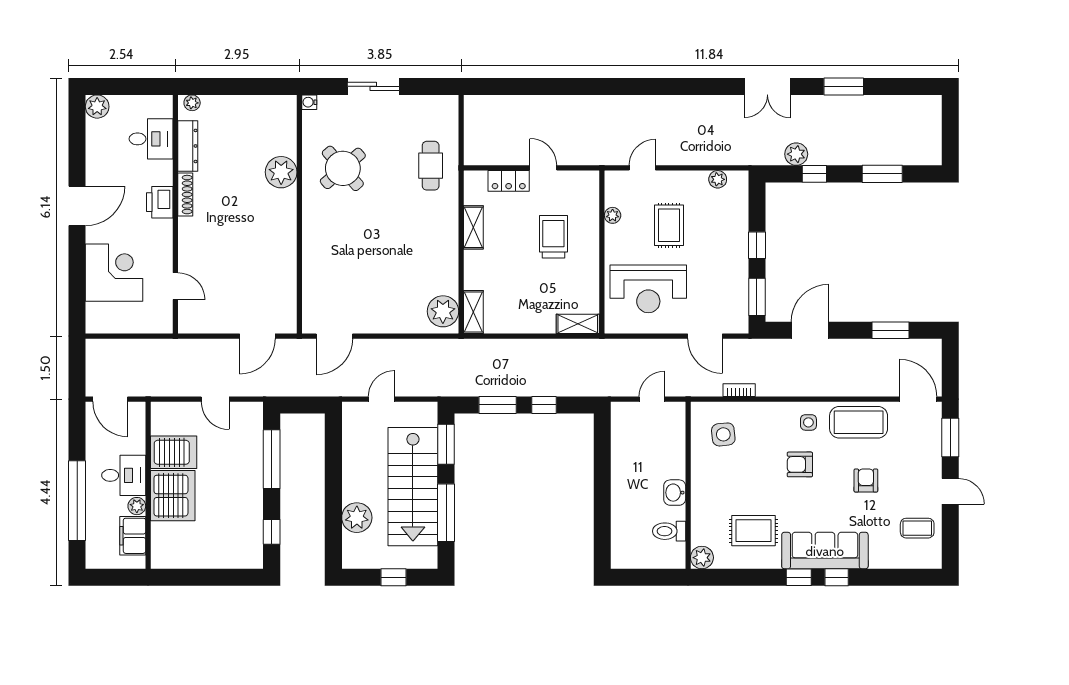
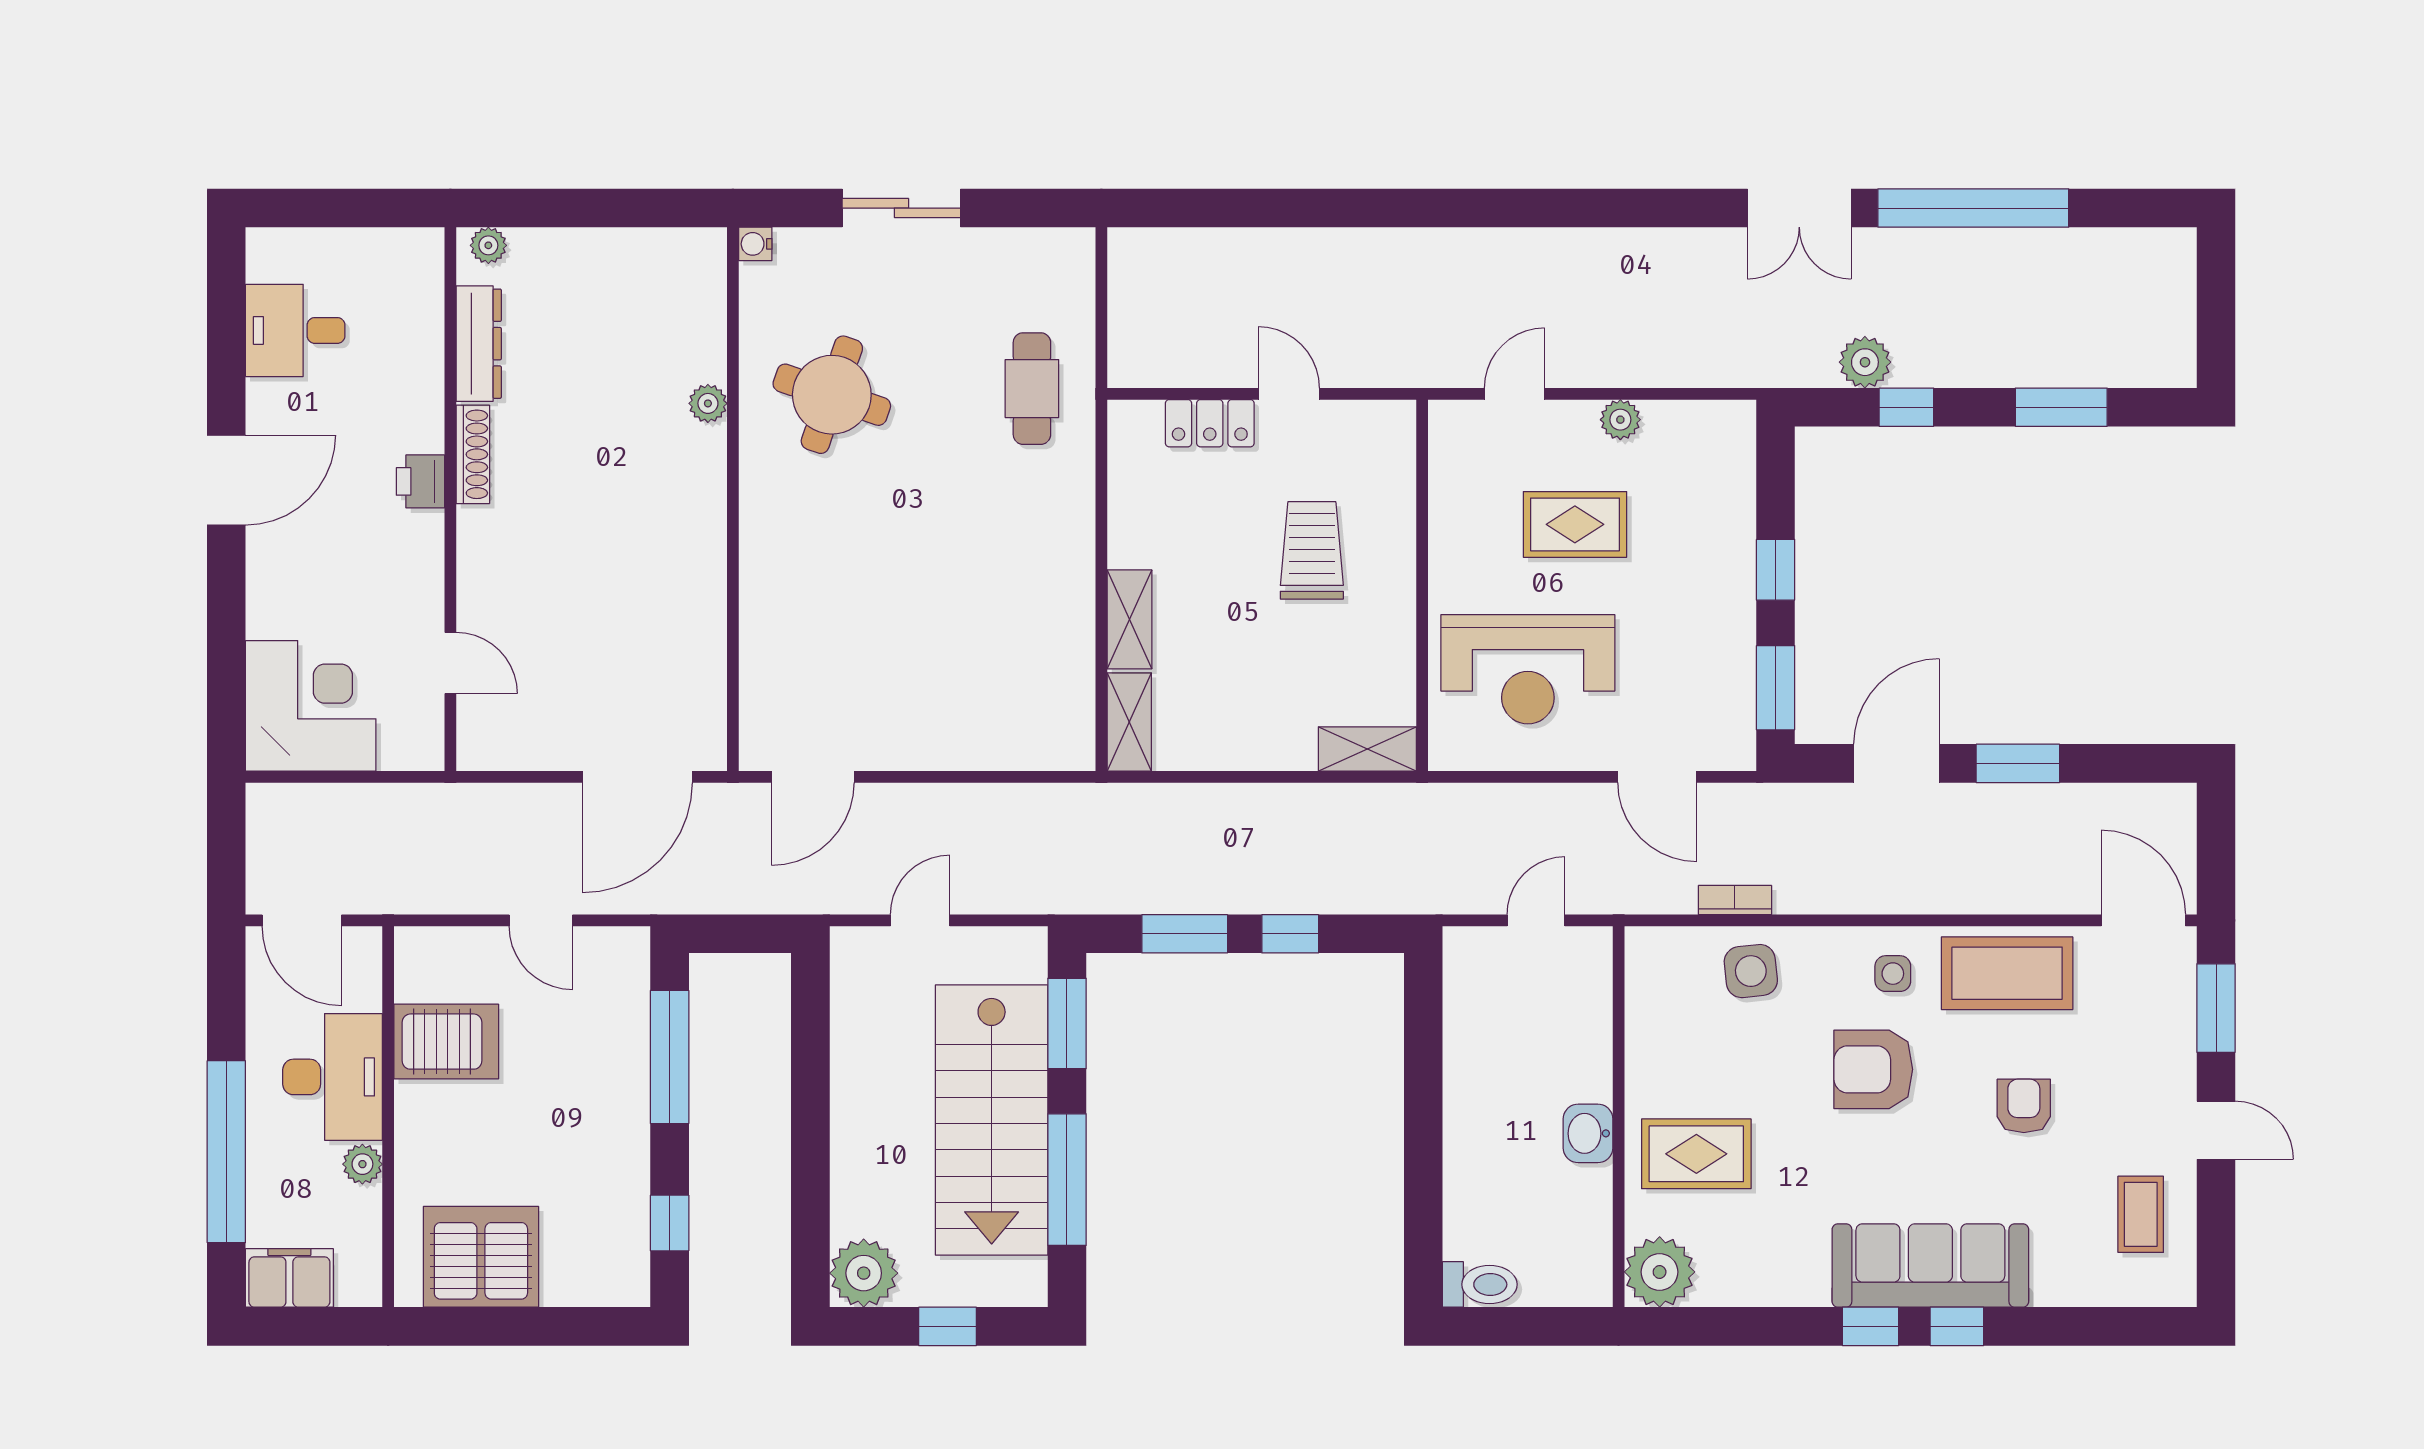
window: (844, 86) -> (1973, 208), width x2.11
plant: (97, 107) -> (272, 254), removed
desk: (151, 139) -> (295, 330), moved, turned 180
round table: (343, 168) -> (832, 395), turned -30
plant: (281, 172) -> (708, 403), width x0.53, depth x0.53
plant: (718, 179) -> (1620, 420), moved
printer: (160, 202) -> (420, 481), width x0.73, depth x0.81
plant: (613, 215) -> (1446, 502), removed
rug: (669, 225) -> (1575, 524), turned 90
shelving: (473, 227) -> (1130, 619), moved
corner desk: (114, 273) -> (311, 706), moved
plant: (443, 311) -> (1060, 720), removed
window: (891, 330) -> (2018, 763), moved
door: (257, 336) -> (637, 777), width x1.36
side table: (723, 434) -> (1751, 971), moved
armchair: (800, 464) -> (1873, 1069), width x1.38, depth x1.38
desk: (124, 475) -> (333, 1077), width x1.37
server rack: (173, 496) -> (481, 1257), moved, turned -90
plant: (357, 518) -> (864, 1273), moved
coffee table: (917, 528) -> (2141, 1214), turned 90
toilet: (669, 531) -> (1480, 1284), moved, turned 180
rug: (754, 531) -> (1696, 1154), moved
filing cabinet: (133, 536) -> (289, 1278), moved, turned 90
plant: (702, 558) -> (1660, 1272), width x1.36, depth x1.36

